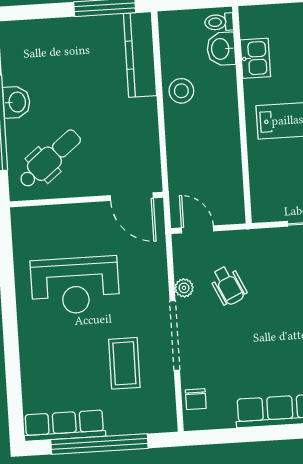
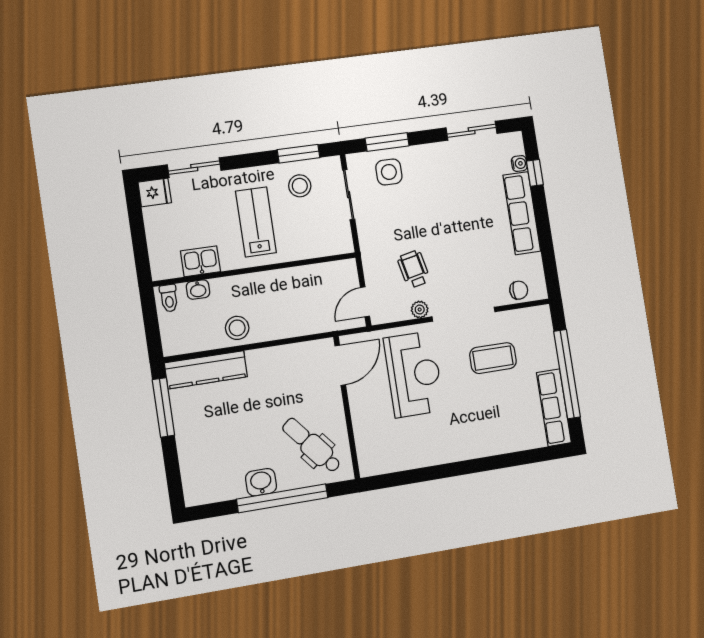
washbasin: (221, 49) -> (198, 290), width x0.72, depth x0.69
wheelchair: (228, 285) -> (414, 269), turned -77
reception desk: (75, 286) -> (414, 374), moved

